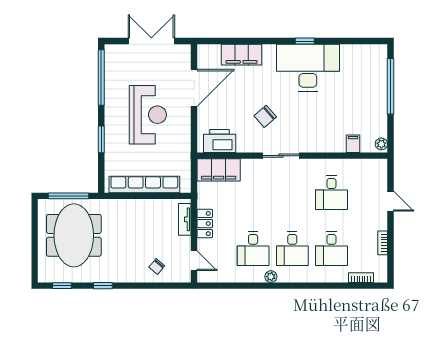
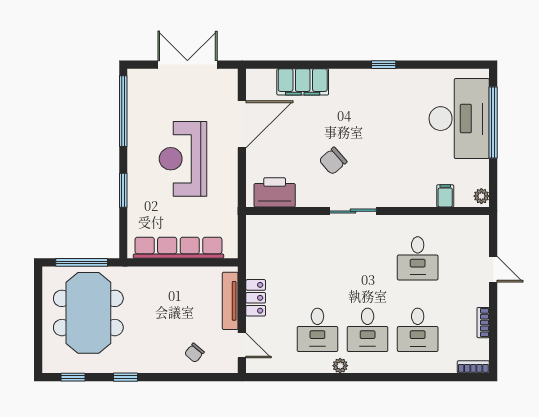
desk: (308, 68) -> (459, 119), moved, turned 90
reception desk: (148, 115) -> (183, 159), turned 180
filing cabinet: (219, 170) -> (273, 229), removed
tv unit: (185, 219) -> (230, 301), width x1.41
bookcase: (361, 278) -> (473, 367), moved

